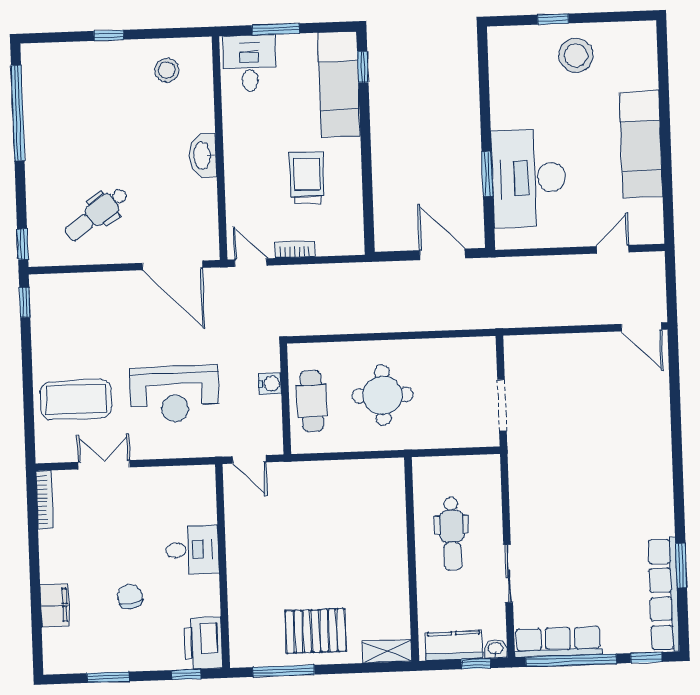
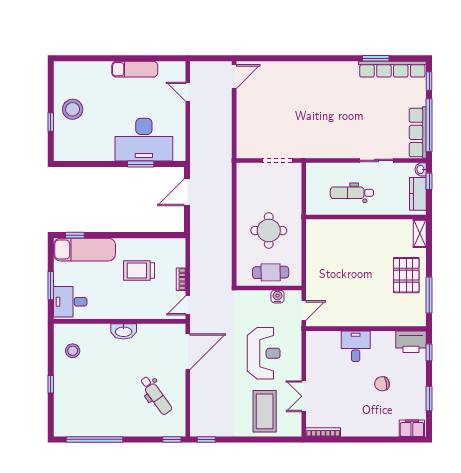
exam couch: (641, 144) -> (135, 69), width x0.73, depth x0.69
water cooler: (270, 384) -> (277, 297), moved
dental chair: (452, 534) -> (352, 193), turned 180
filing cabinet: (55, 605) -> (412, 428), moved

